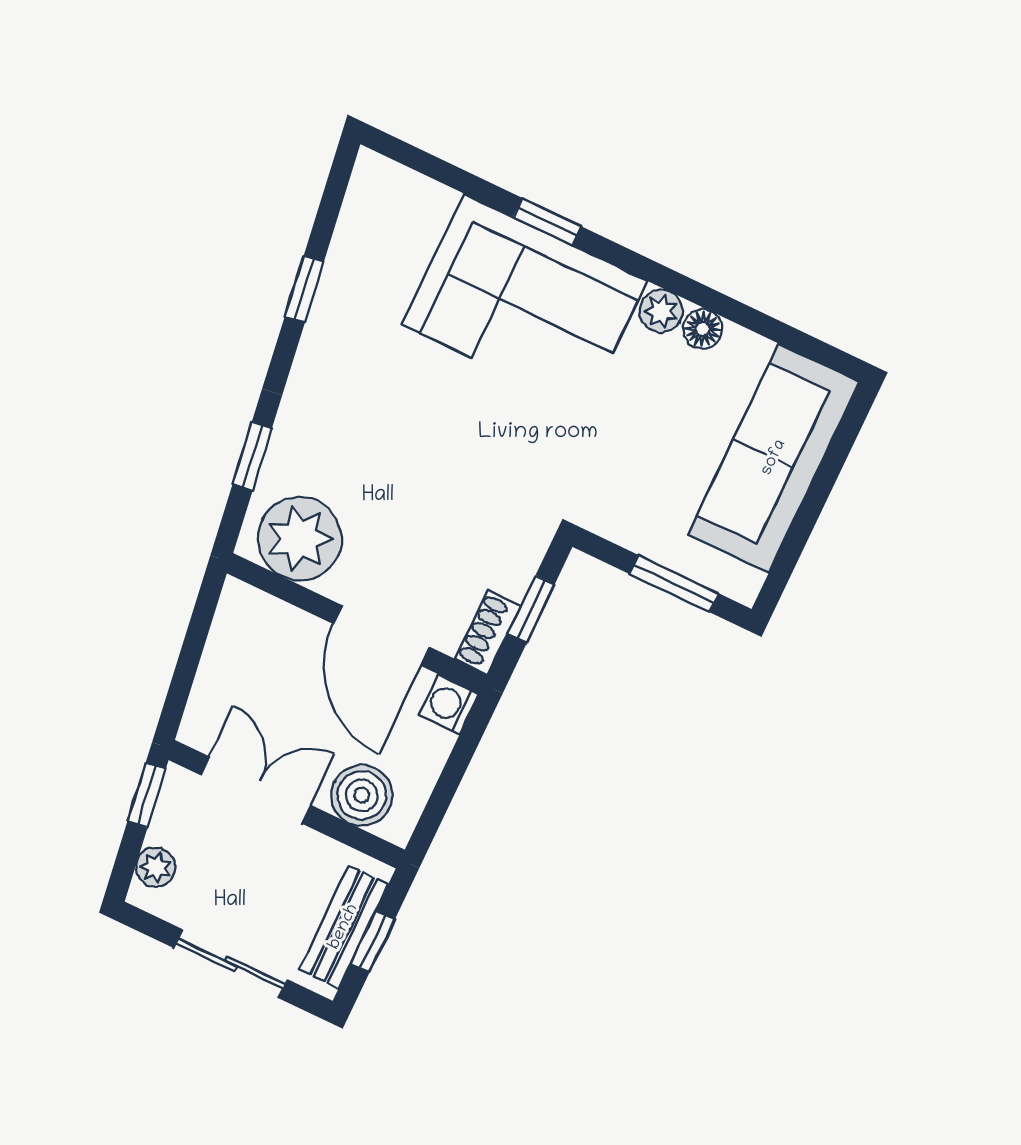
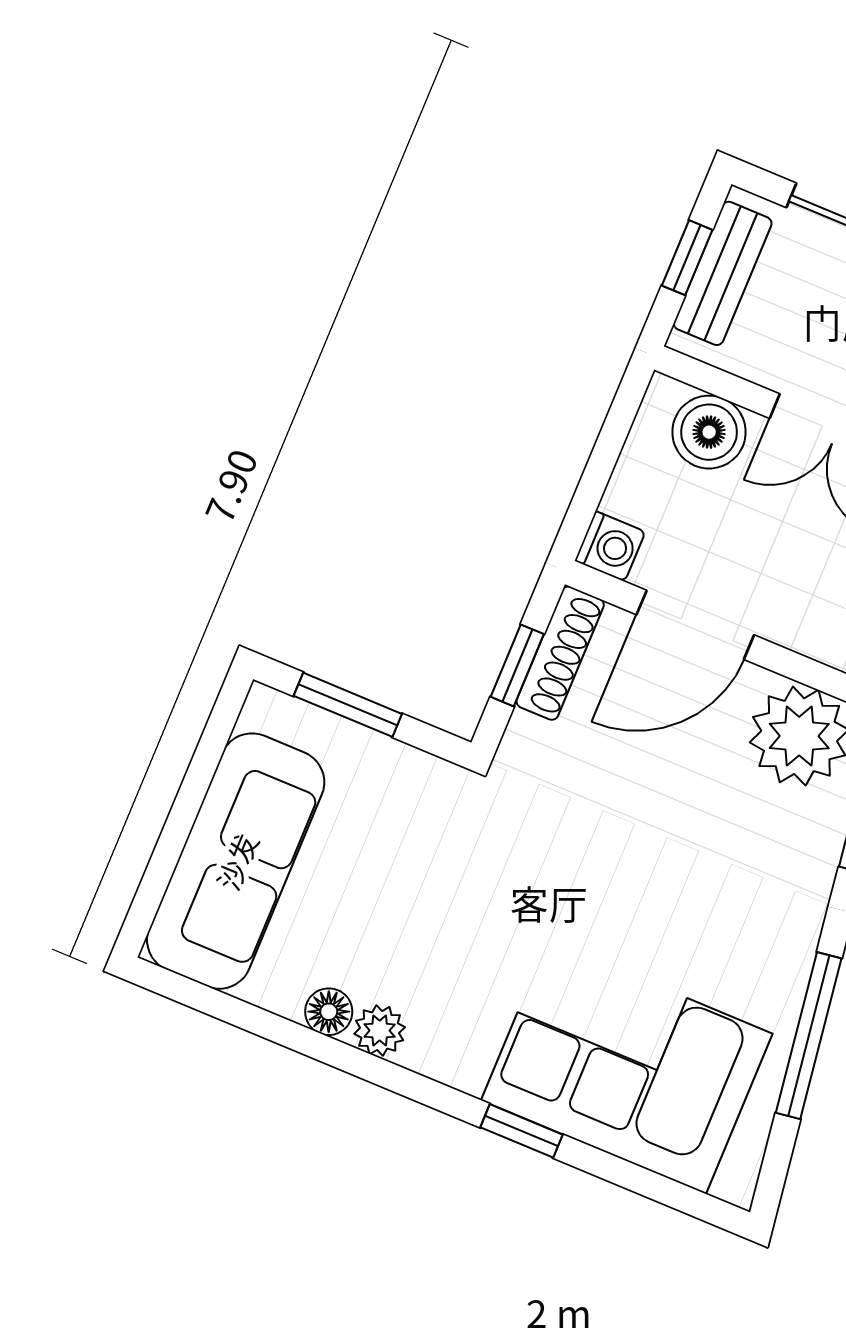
window: (304, 289) -> (809, 1036), width x2.17
corner sofa: (524, 303) -> (627, 1067), moved
shoe rack: (488, 632) -> (560, 653), width x1.43
door: (381, 635) -> (695, 625), swing flipped

